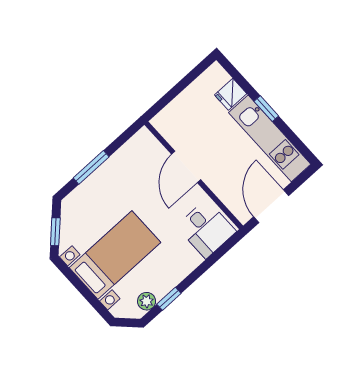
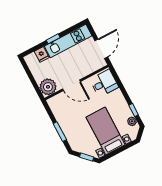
plant: (171, 122) -> (48, 87), added
door: (271, 206) -> (101, 49), swing flipped

